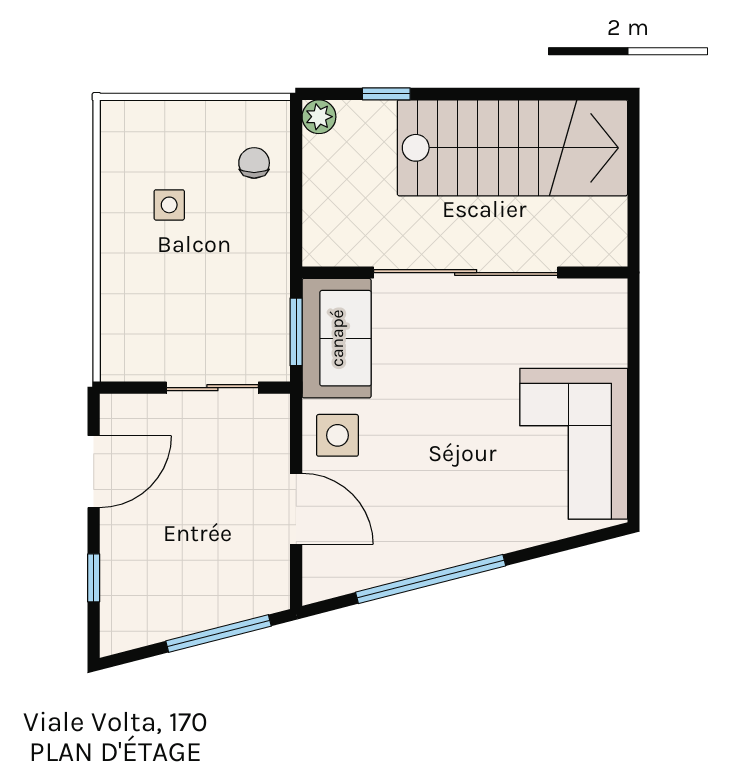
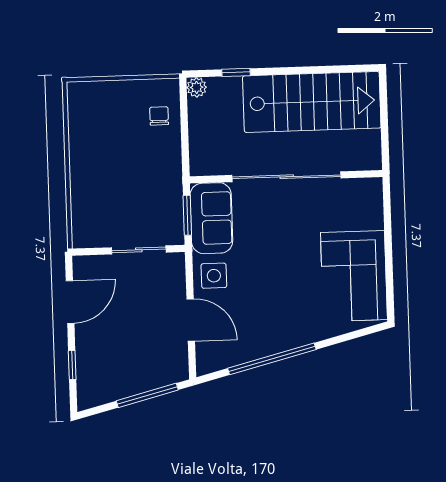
side table: (169, 205) -> (110, 142), removed

